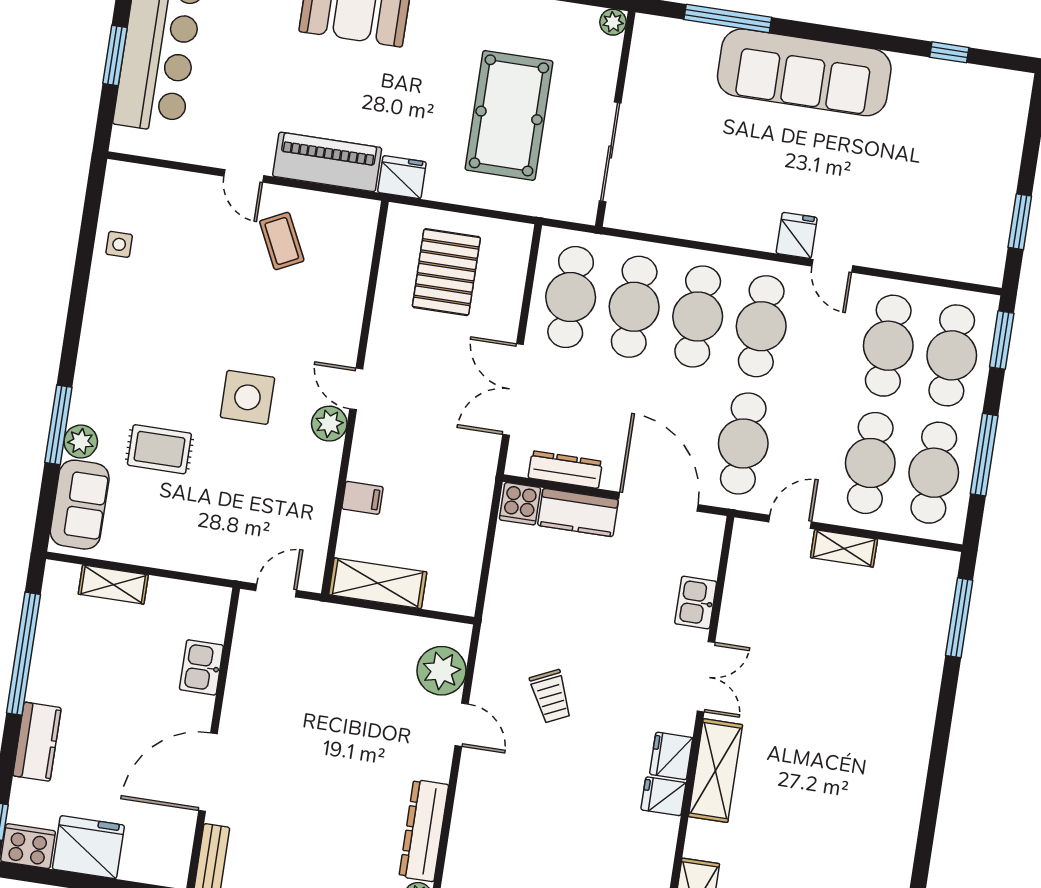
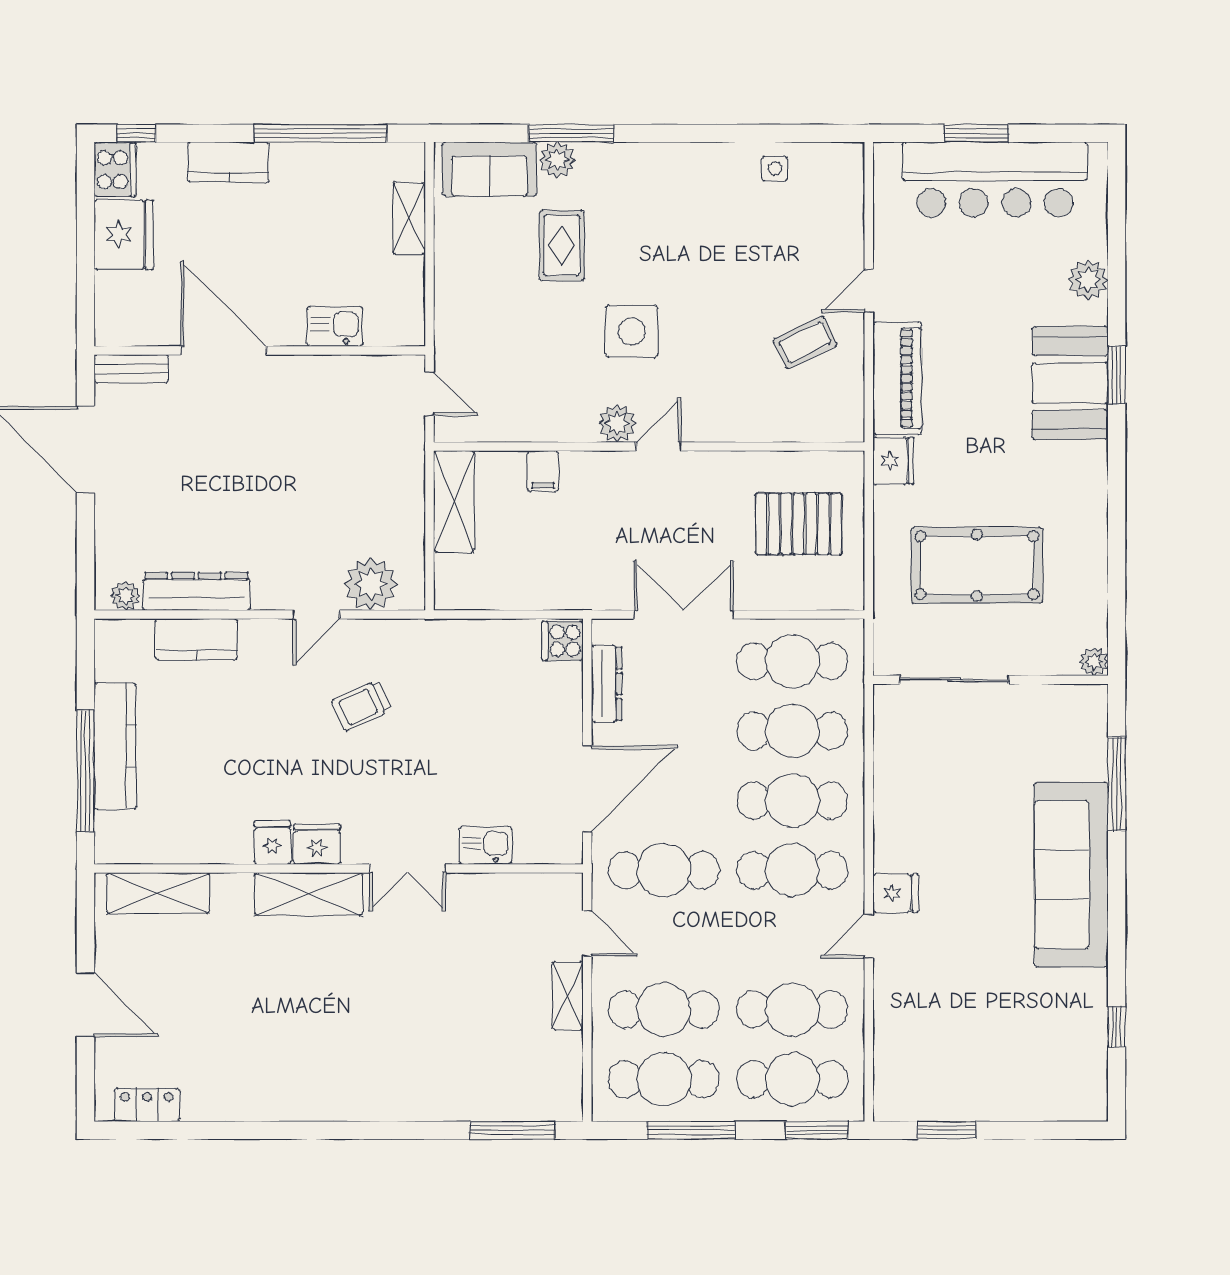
kitchen counter: (578, 513) -> (196, 639), moved, turned -90

